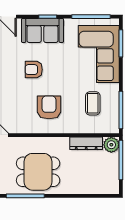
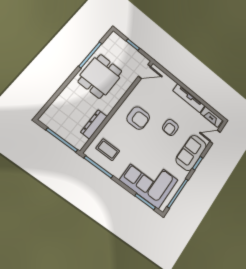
armchair: (34, 70) -> (170, 127), turned 180
coffee table: (93, 103) -> (108, 150), moved
plant: (111, 145) -> (79, 141), removed

